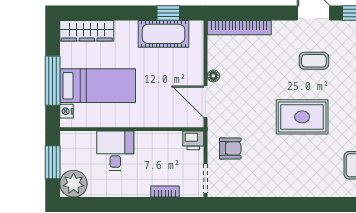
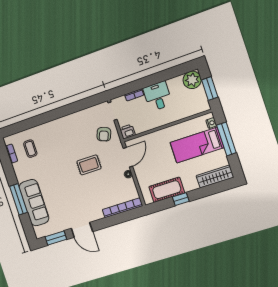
window: (168, 13) -> (181, 199), moved
coffee table: (314, 61) -> (72, 202), removed
door: (205, 102) -> (128, 157), hinge flipped
rug: (302, 117) -> (89, 165), moved, width x0.73, depth x0.70
armchair: (230, 148) -> (104, 134), turned -69
desk: (115, 151) -> (158, 96), moved, turned 180

